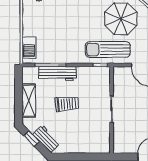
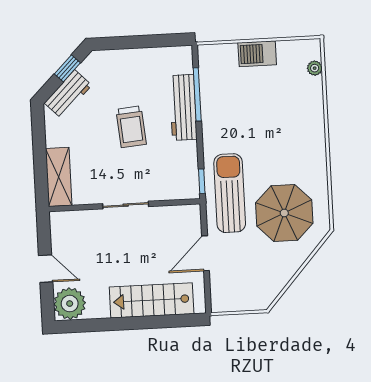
barbecue: (29, 48) -> (257, 54), moved
shelving: (29, 101) -> (59, 177), moved, turned 90

